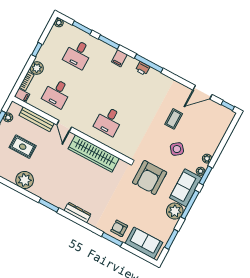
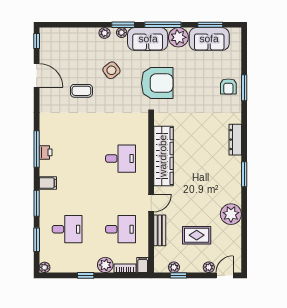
bench: (37, 119) -> (160, 230), width x0.73
rug: (23, 147) -> (197, 235), turned 90
sofa: (144, 243) -> (209, 39), moved, turned -90

